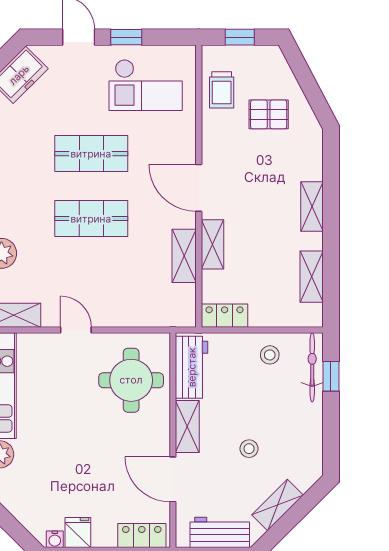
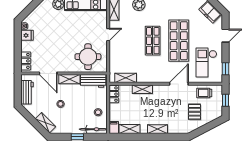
window: (126, 37) -> (225, 69), moved
shop shelf: (91, 154) -> (179, 41), width x1.43, depth x1.36
door: (199, 188) -> (179, 84), moved
shelving: (184, 256) -> (126, 78), moved
filing cabinet: (308, 316) -> (114, 127), added
window: (331, 376) -> (77, 137), moved
door: (173, 479) -> (48, 73), swing flipped
shelving: (277, 505) -> (45, 123), moved

